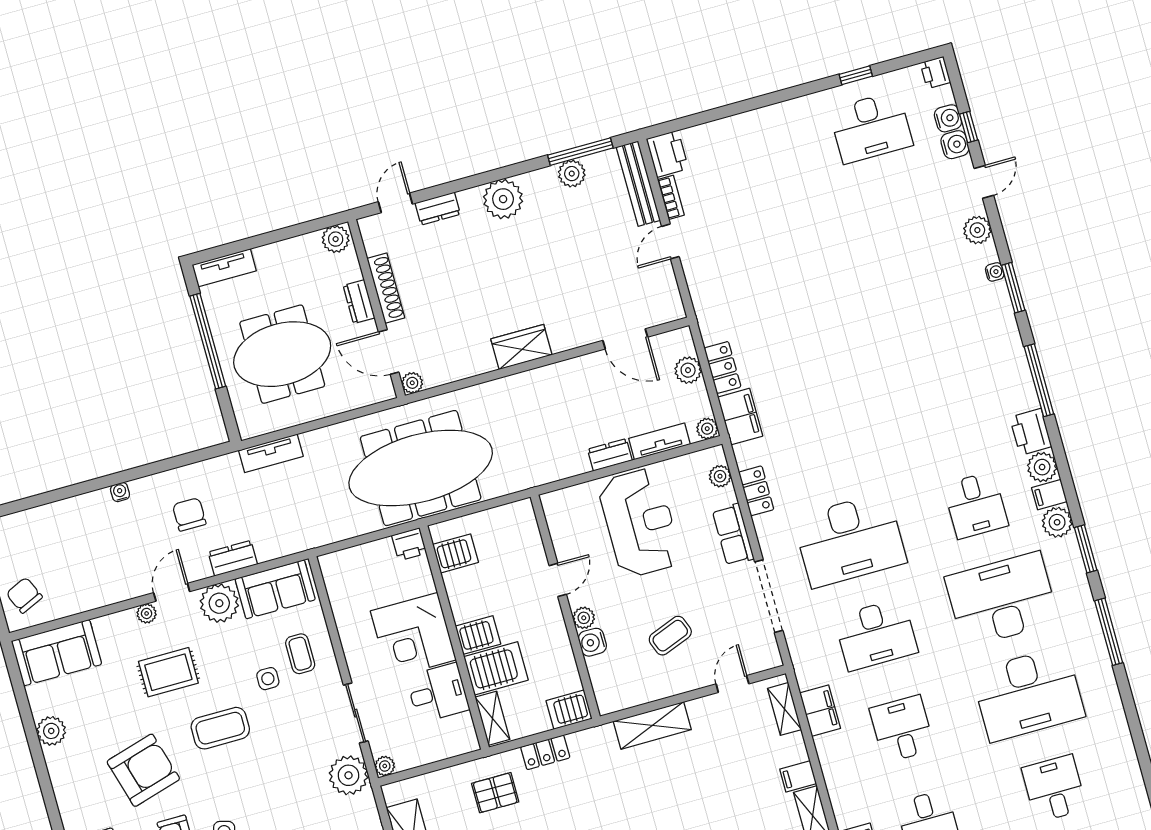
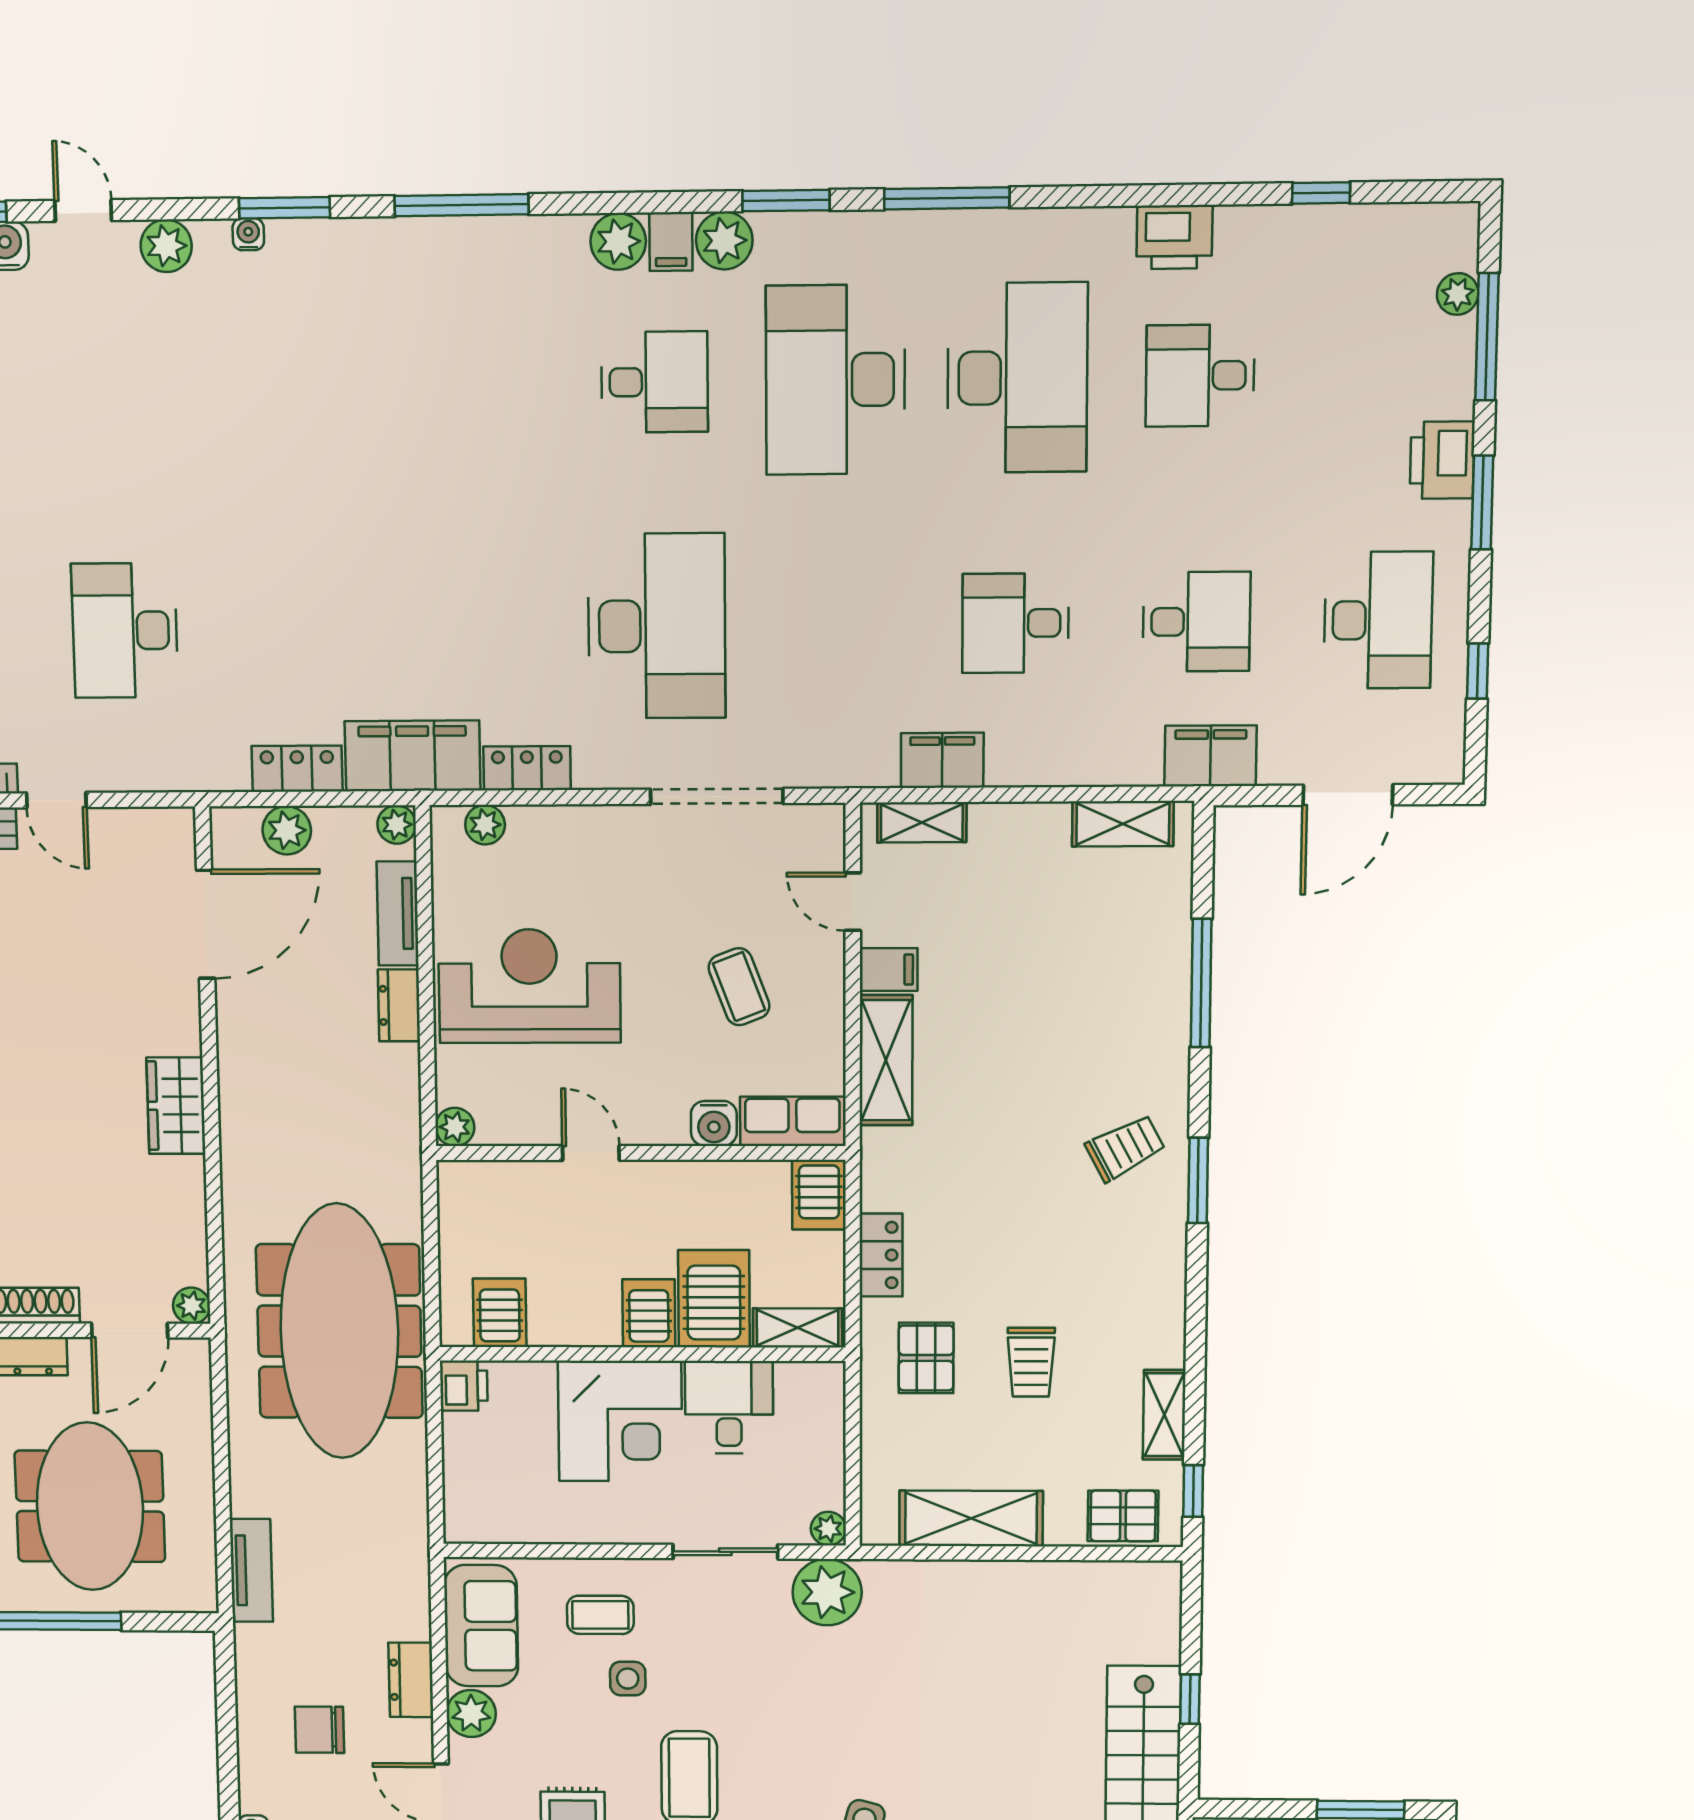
door: (625, 339) -> (206, 924), width x1.36
filing cabinet: (740, 417) -> (413, 756), width x1.50, depth x1.17
printer: (1031, 432) -> (1174, 237), moved
row of seats: (733, 535) -> (792, 1121), moved, turned 180
plant: (219, 603) -> (471, 1713), width x0.73, depth x0.73
plant: (584, 618) -> (455, 1127), moved
desk: (876, 634) -> (125, 631), moved, turned 180
filing cabinet: (798, 776) -> (889, 970), moved, turned -90

